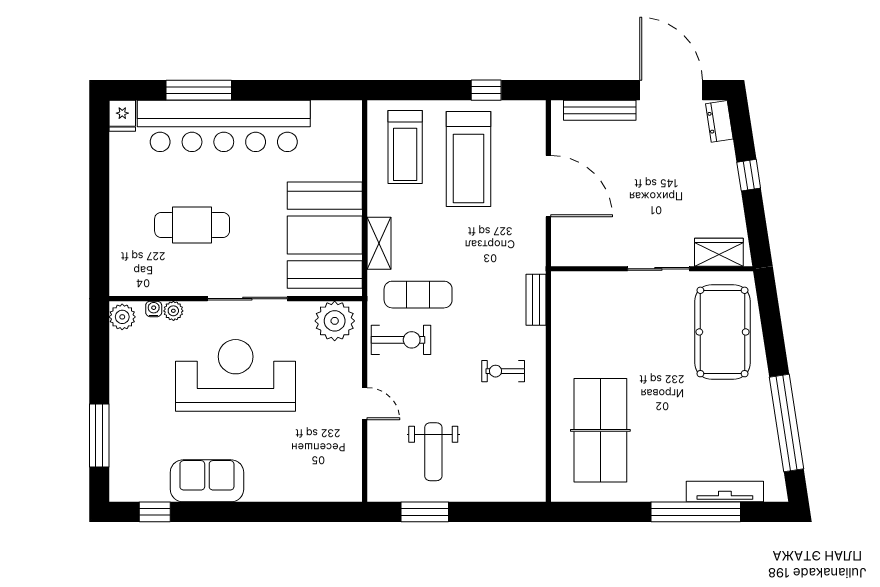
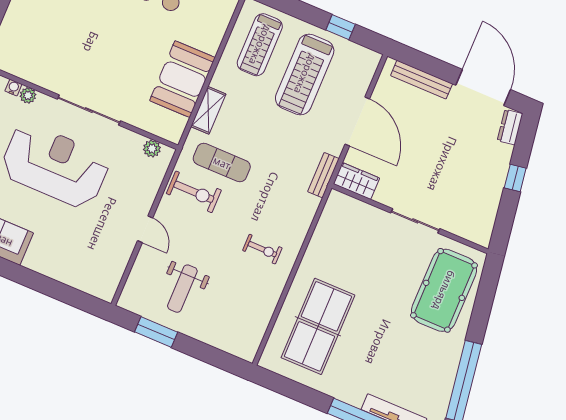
cafe table: (192, 225) -> (70, 35), removed
booth: (325, 235) -> (182, 79), width x0.73, depth x0.70
wardrobe: (719, 252) -> (356, 181), moved
bench: (536, 300) -> (323, 175), moved
plant: (335, 321) -> (152, 149), width x0.53, depth x0.53
exercise bike: (503, 371) -> (262, 249), turned 180

